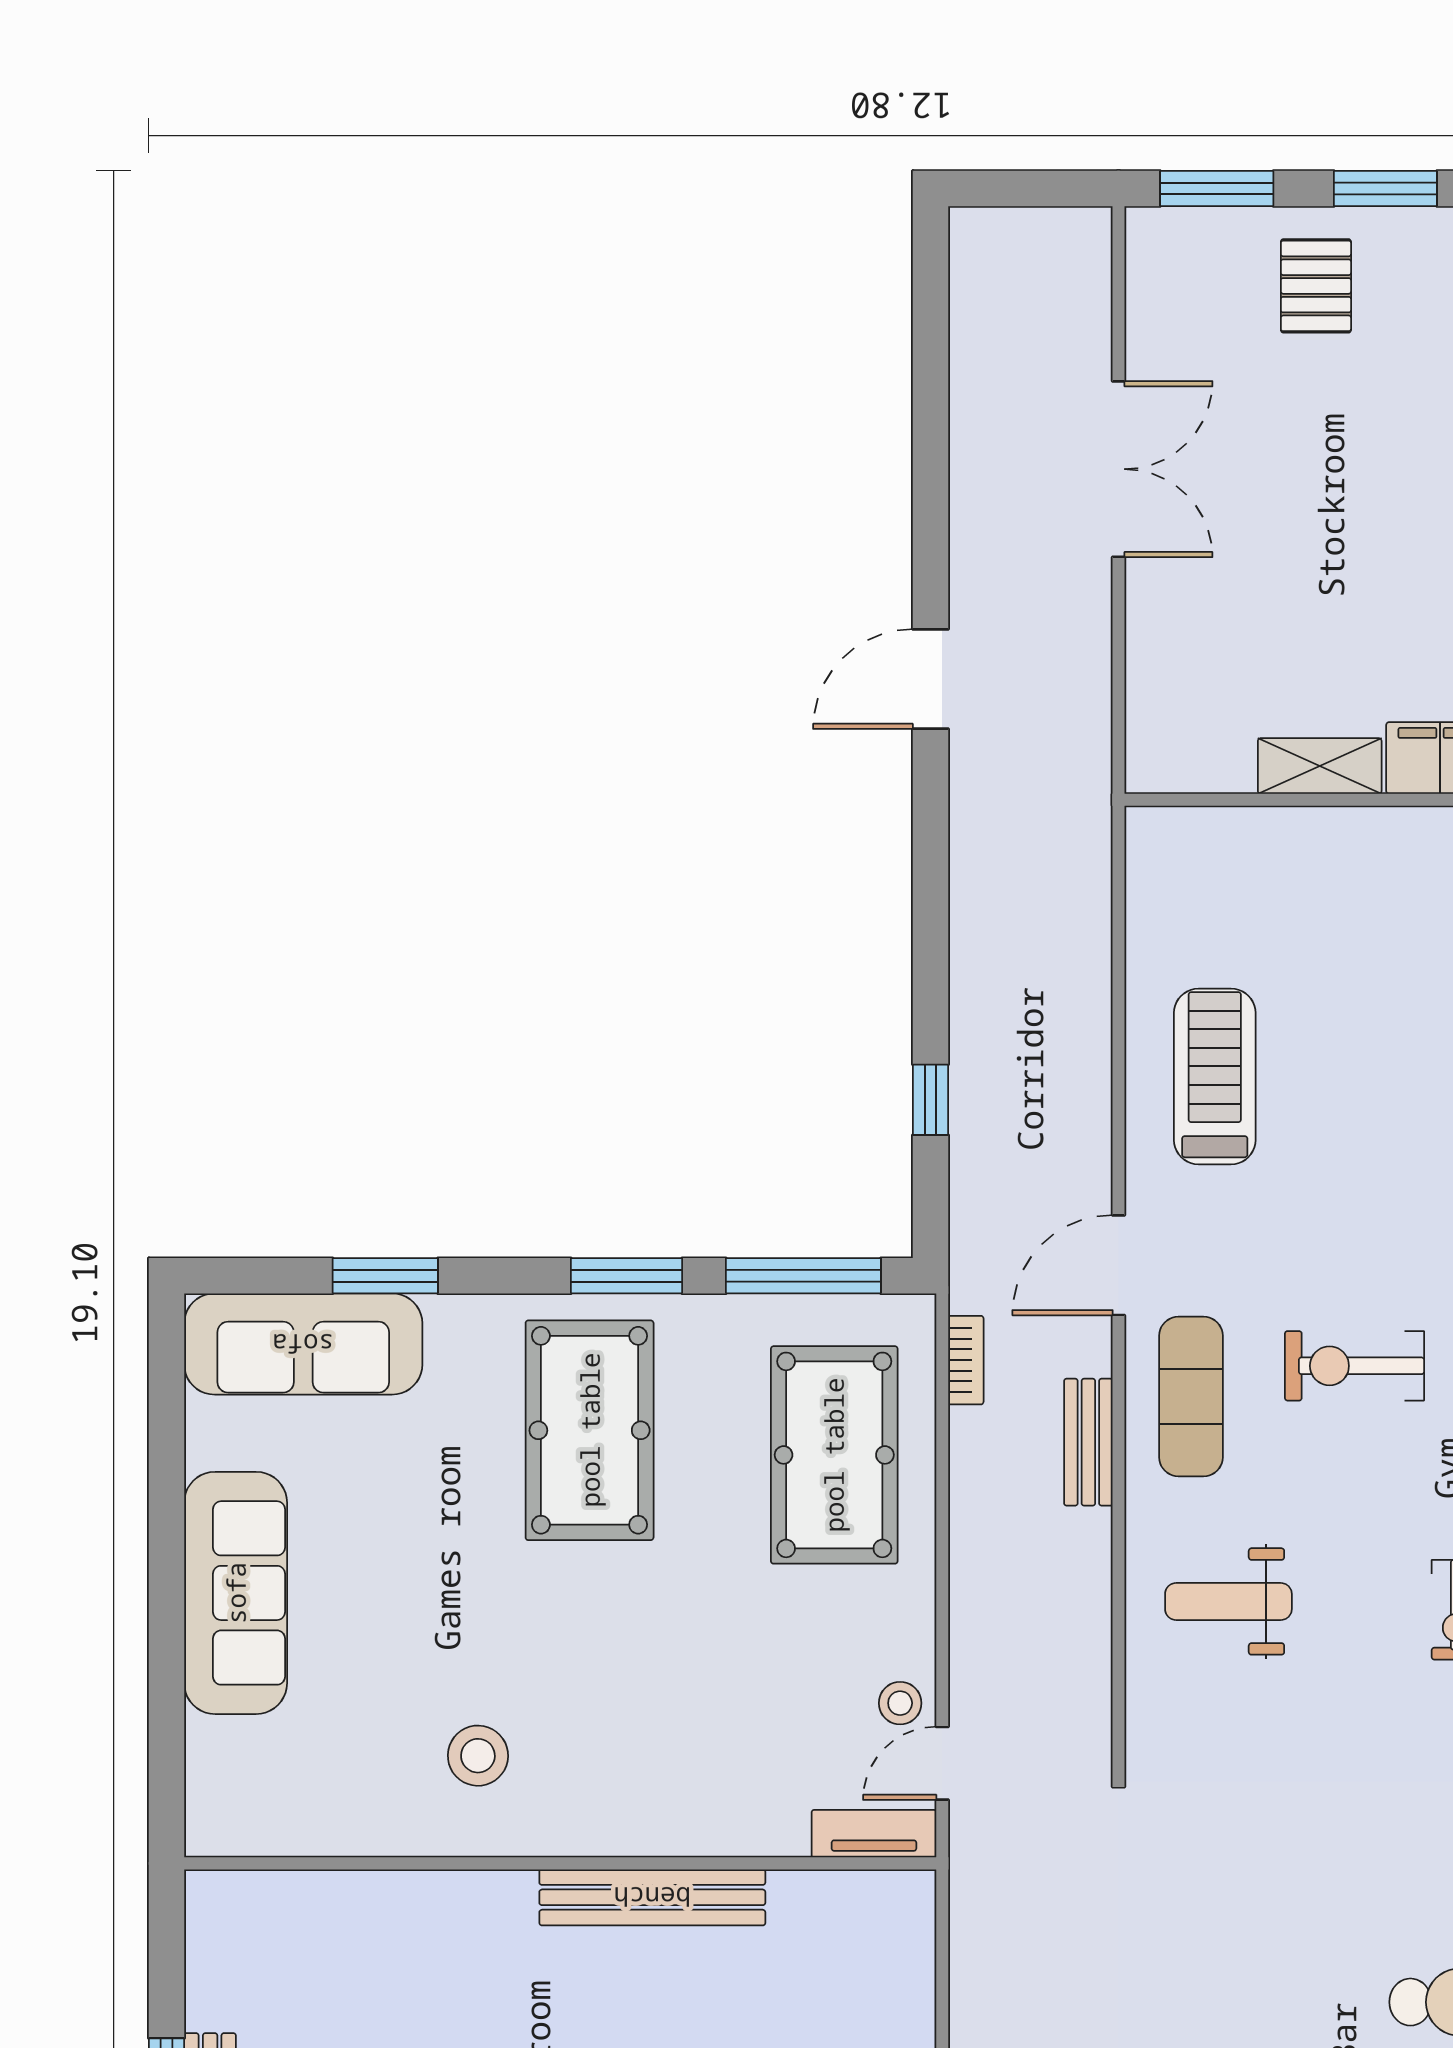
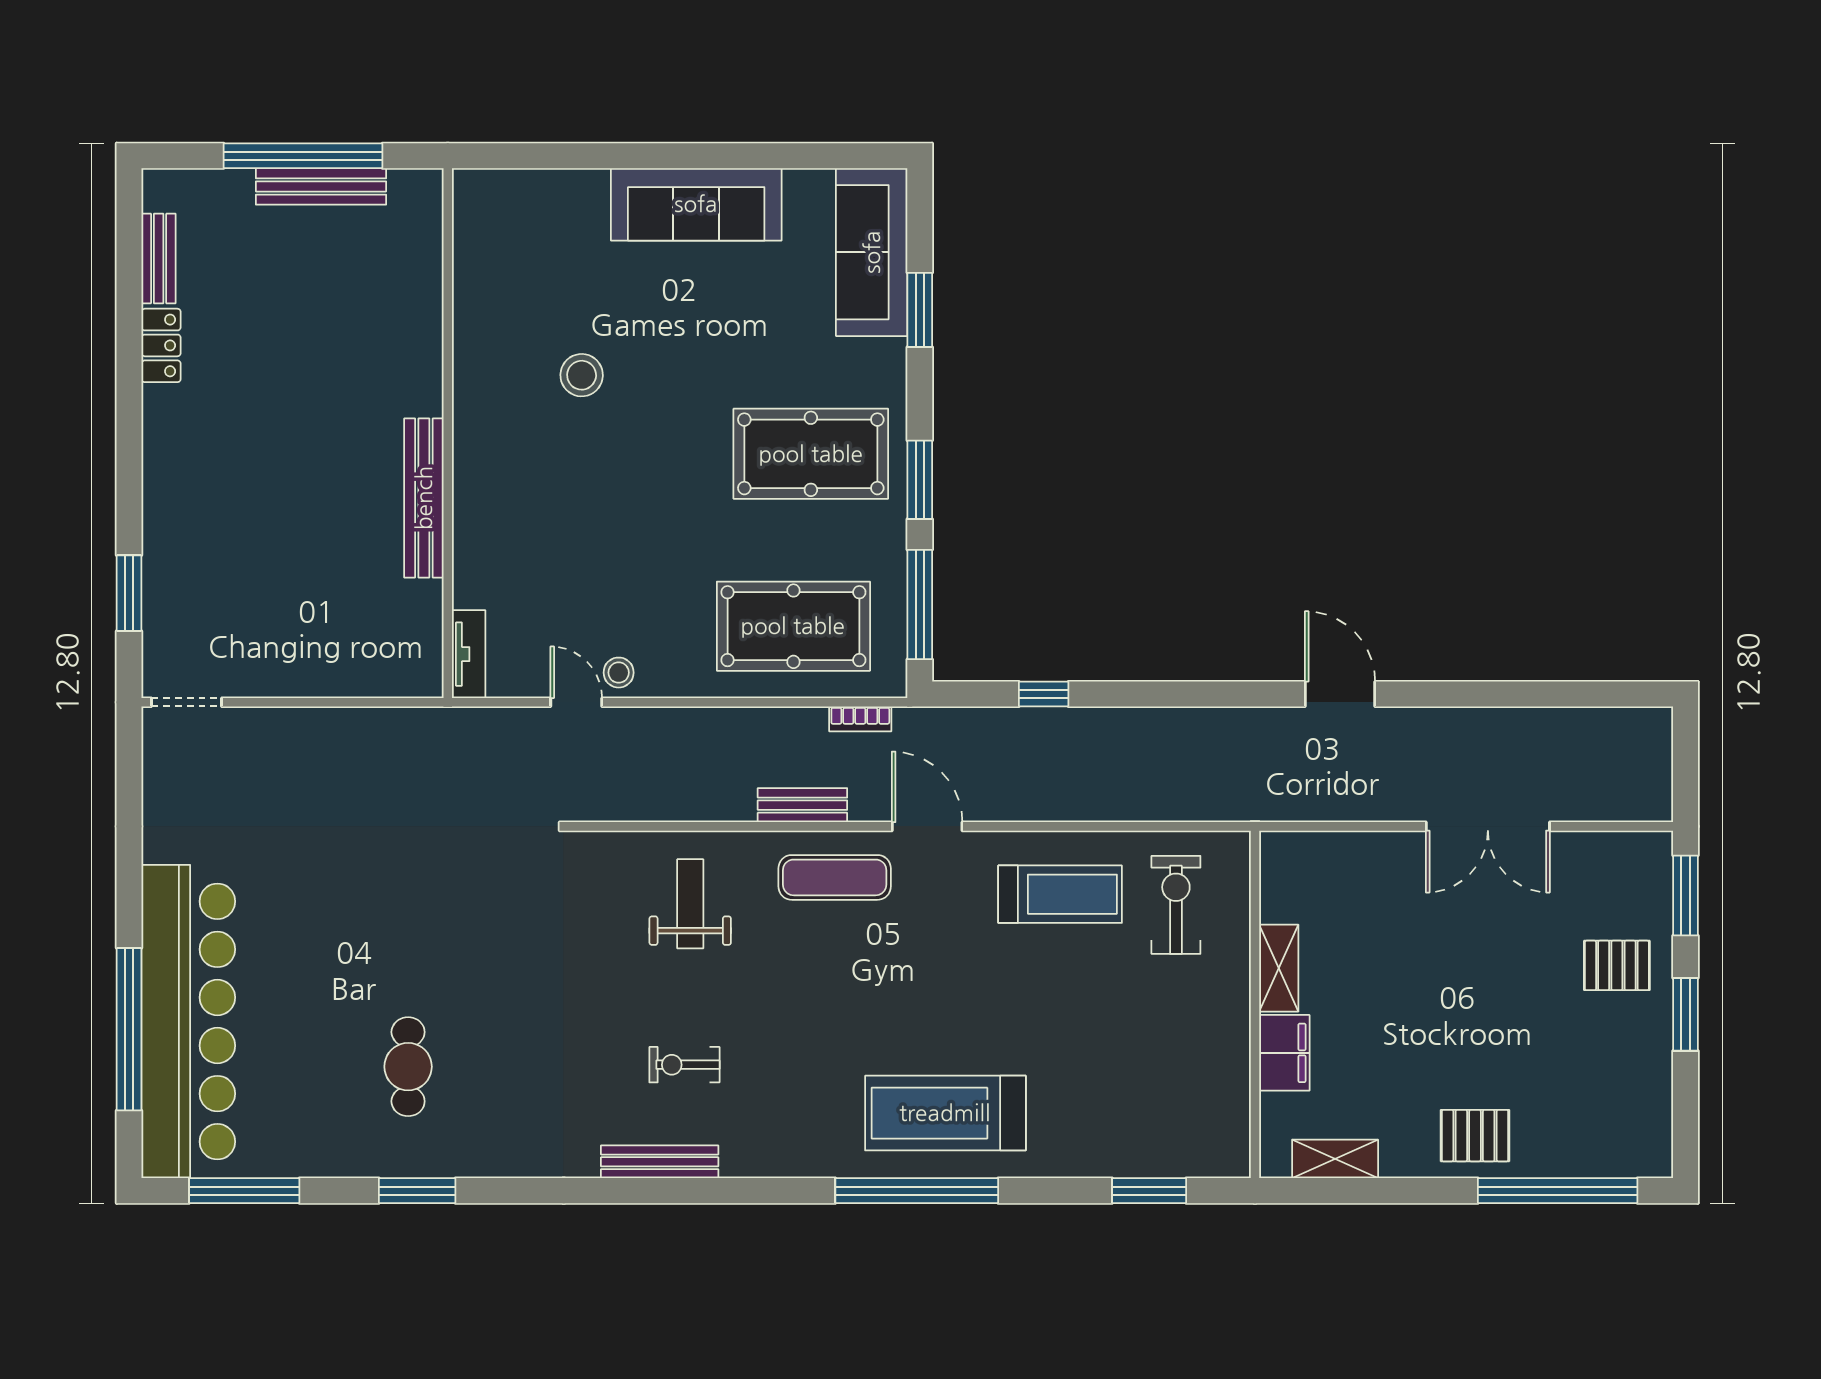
exercise bike: (1355, 1366) -> (1176, 905), moved
tv unit: (874, 1834) -> (469, 654), moved
wall: (560, 1863) -> (448, 433), moved
bench: (652, 1897) -> (424, 498), moved

